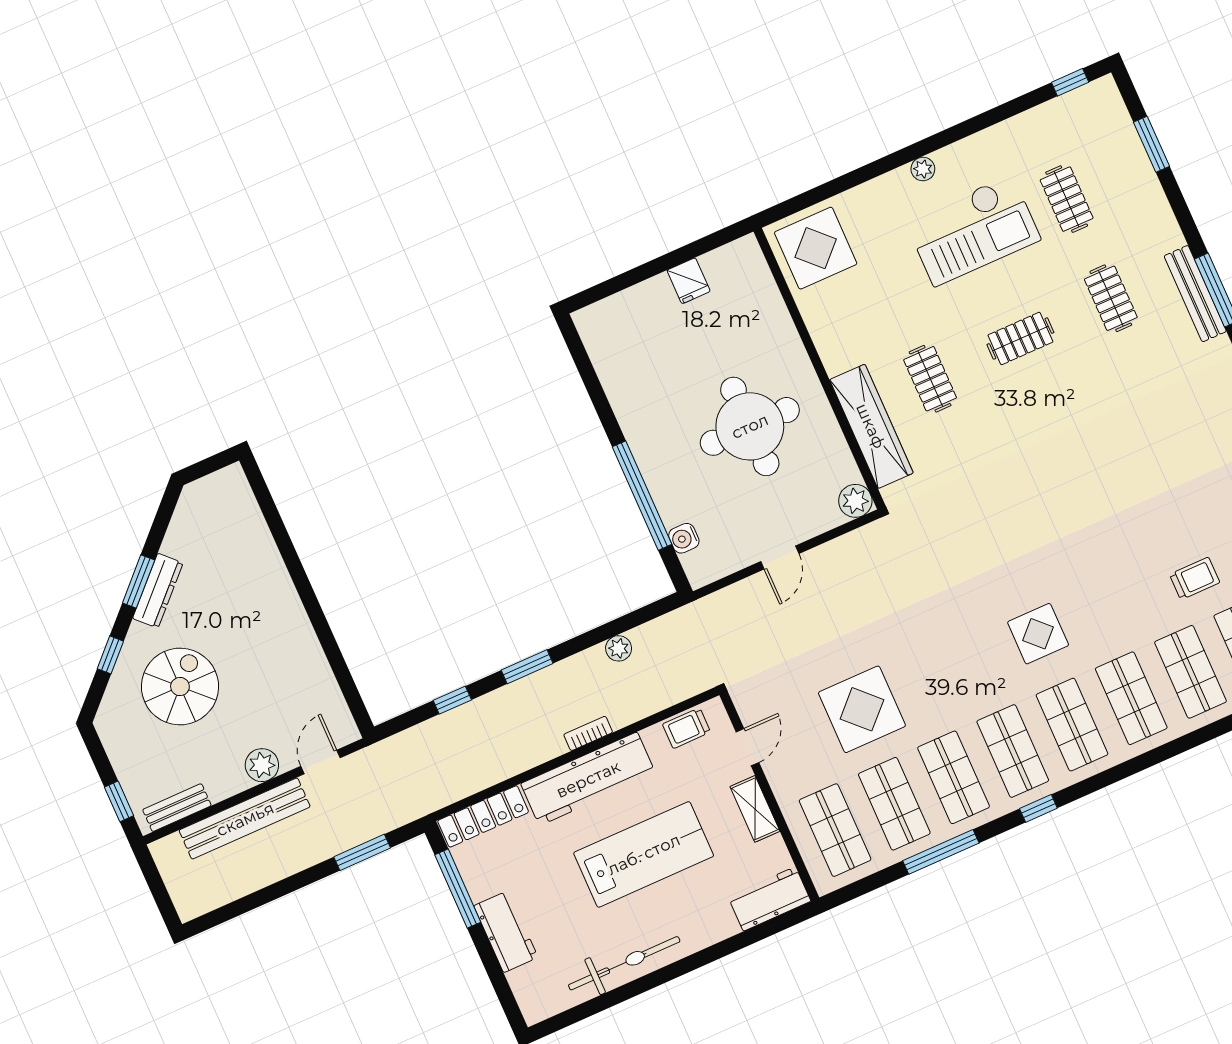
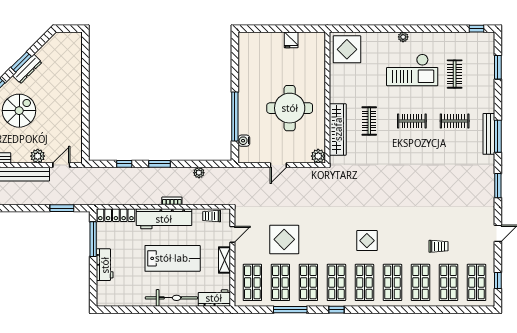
clothes rail: (1111, 298) -> (455, 121), turned 90
bicycle: (624, 963) -> (171, 298), moved

